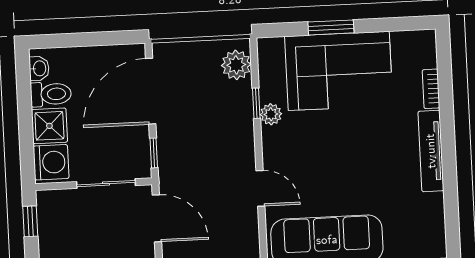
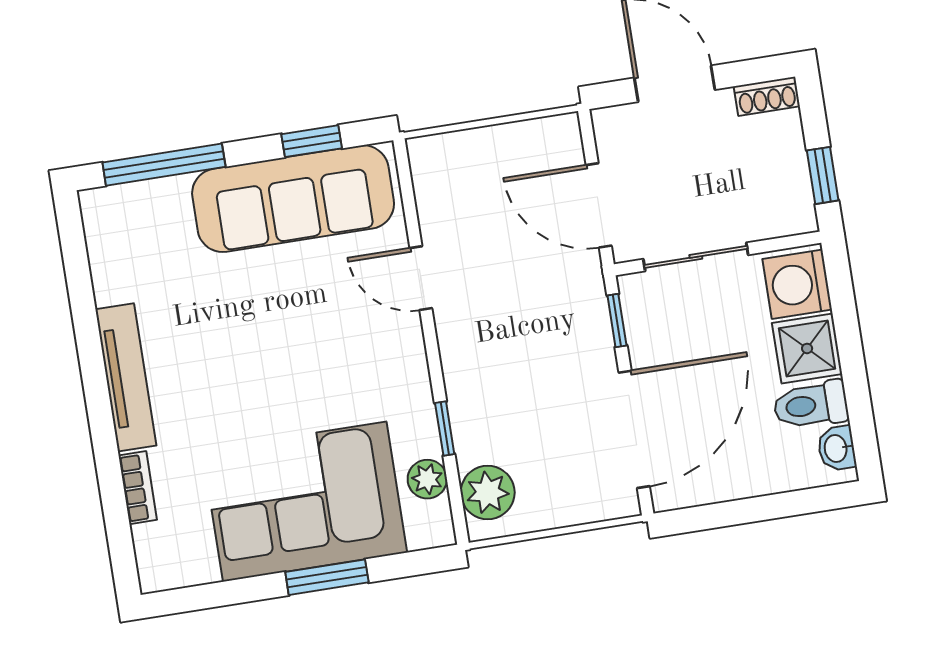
plant: (271, 114) -> (427, 479), moved

